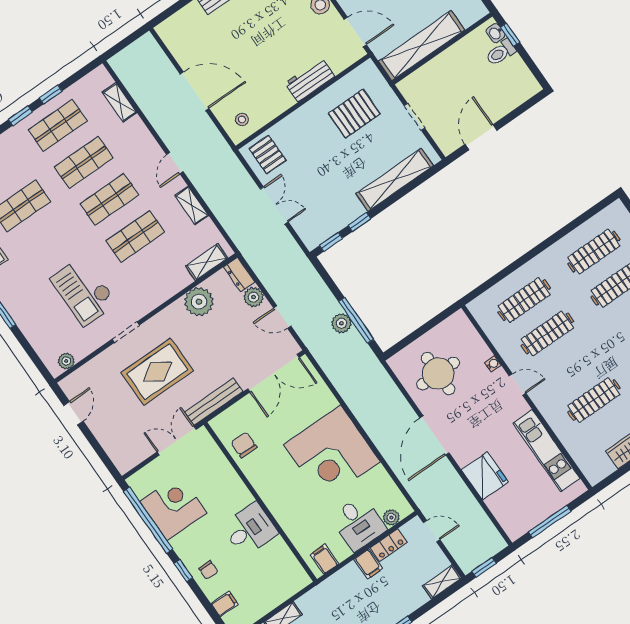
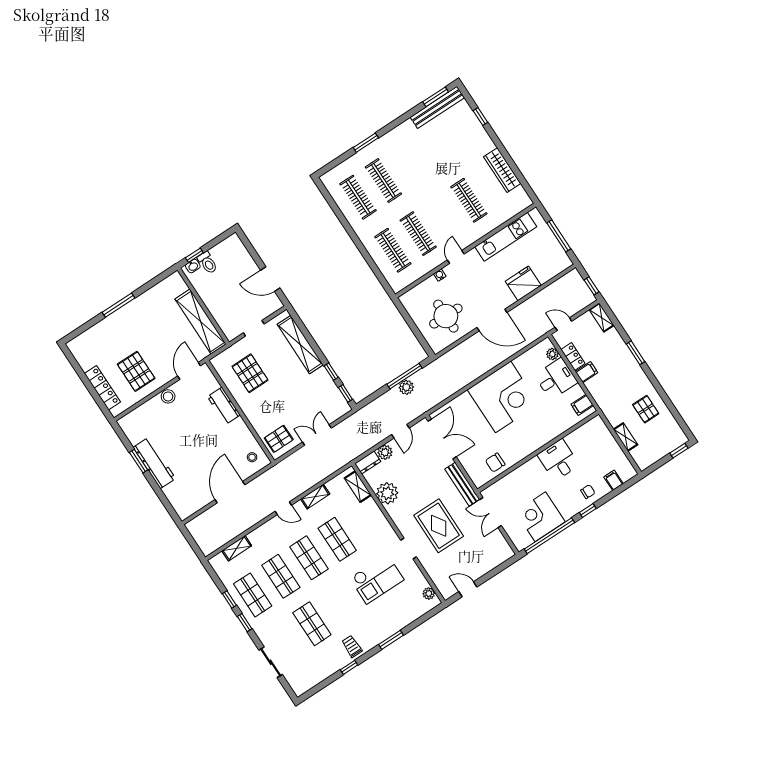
door: (432, 531) -> (563, 324), hinge flipped

